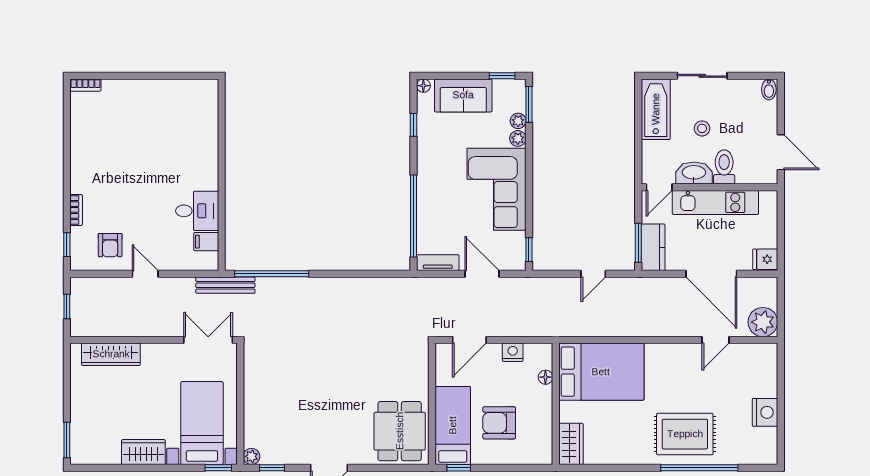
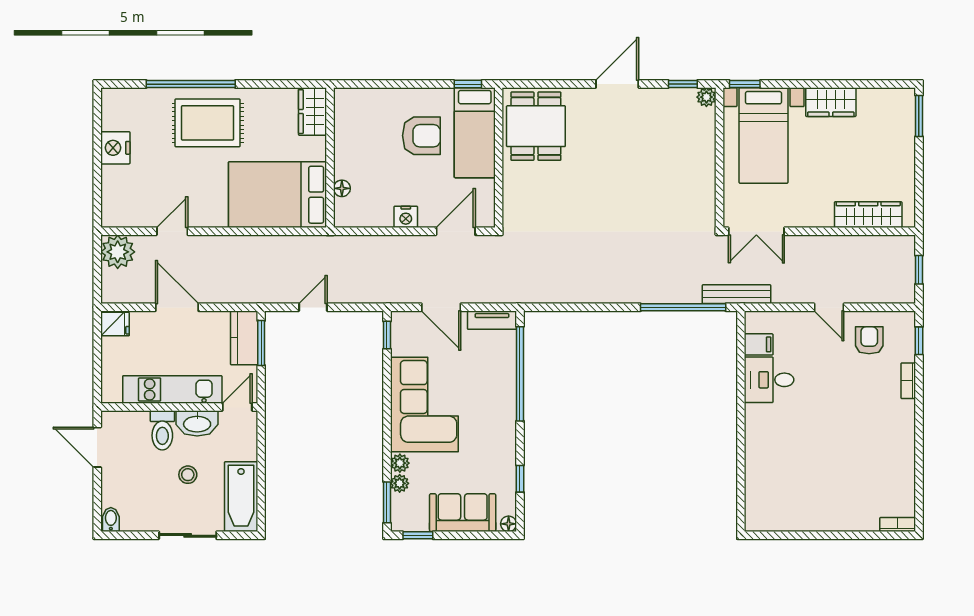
door: (711, 274) -> (177, 307), width x0.73
bed: (601, 372) -> (277, 195), moved
floor lamp: (545, 377) -> (342, 188), moved
wall: (556, 404) -> (330, 158), moved
wardrobe: (571, 444) -> (313, 112), moved

